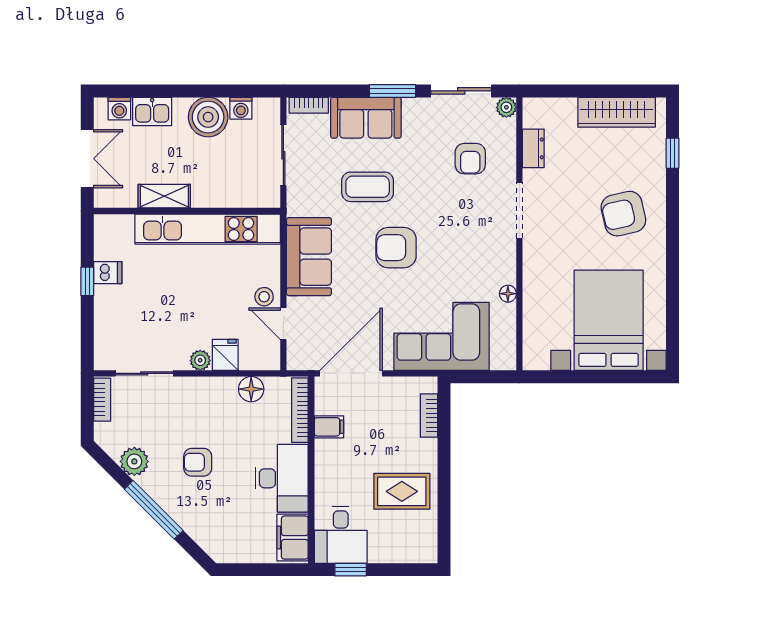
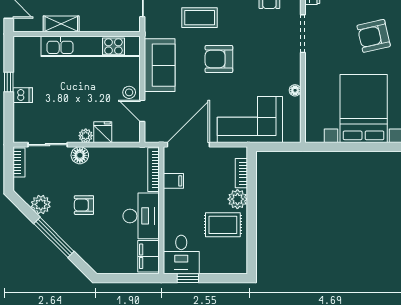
dishwasher: (108, 273) -> (23, 95), moved
floor lamp: (251, 389) -> (80, 155), moved
plant: (423, 454) -> (237, 199), added

